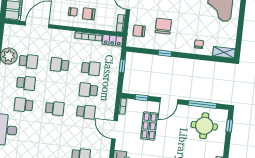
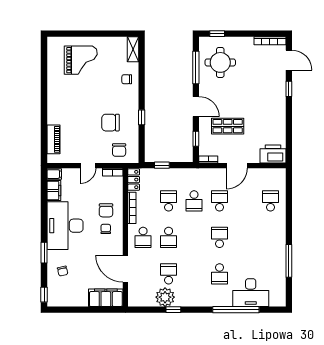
school desk: (26, 83) -> (143, 237), moved, turned 180

